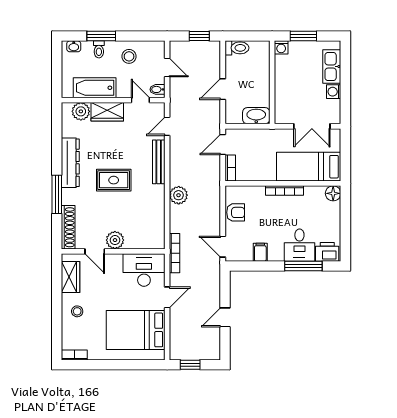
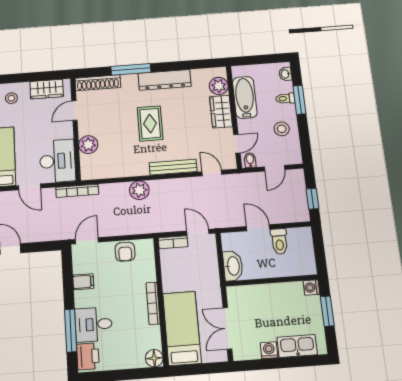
toilet: (237, 48) -> (279, 241), moved
plant: (115, 240) -> (88, 145), moved

